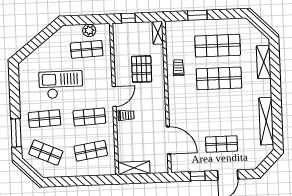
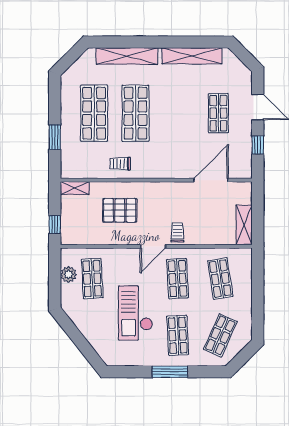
shelving: (264, 62) -> (127, 56), width x1.47
door: (114, 96) -> (153, 246), swing flipped
window: (16, 133) -> (170, 372), moved

